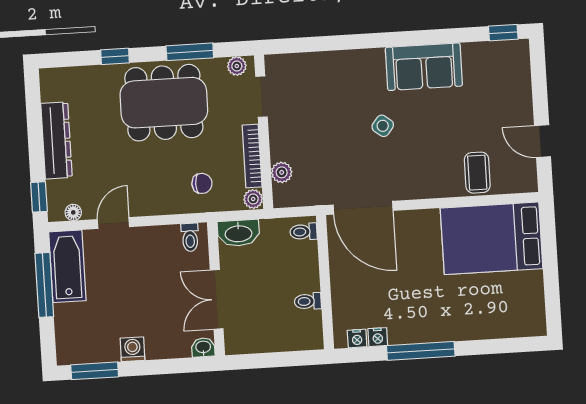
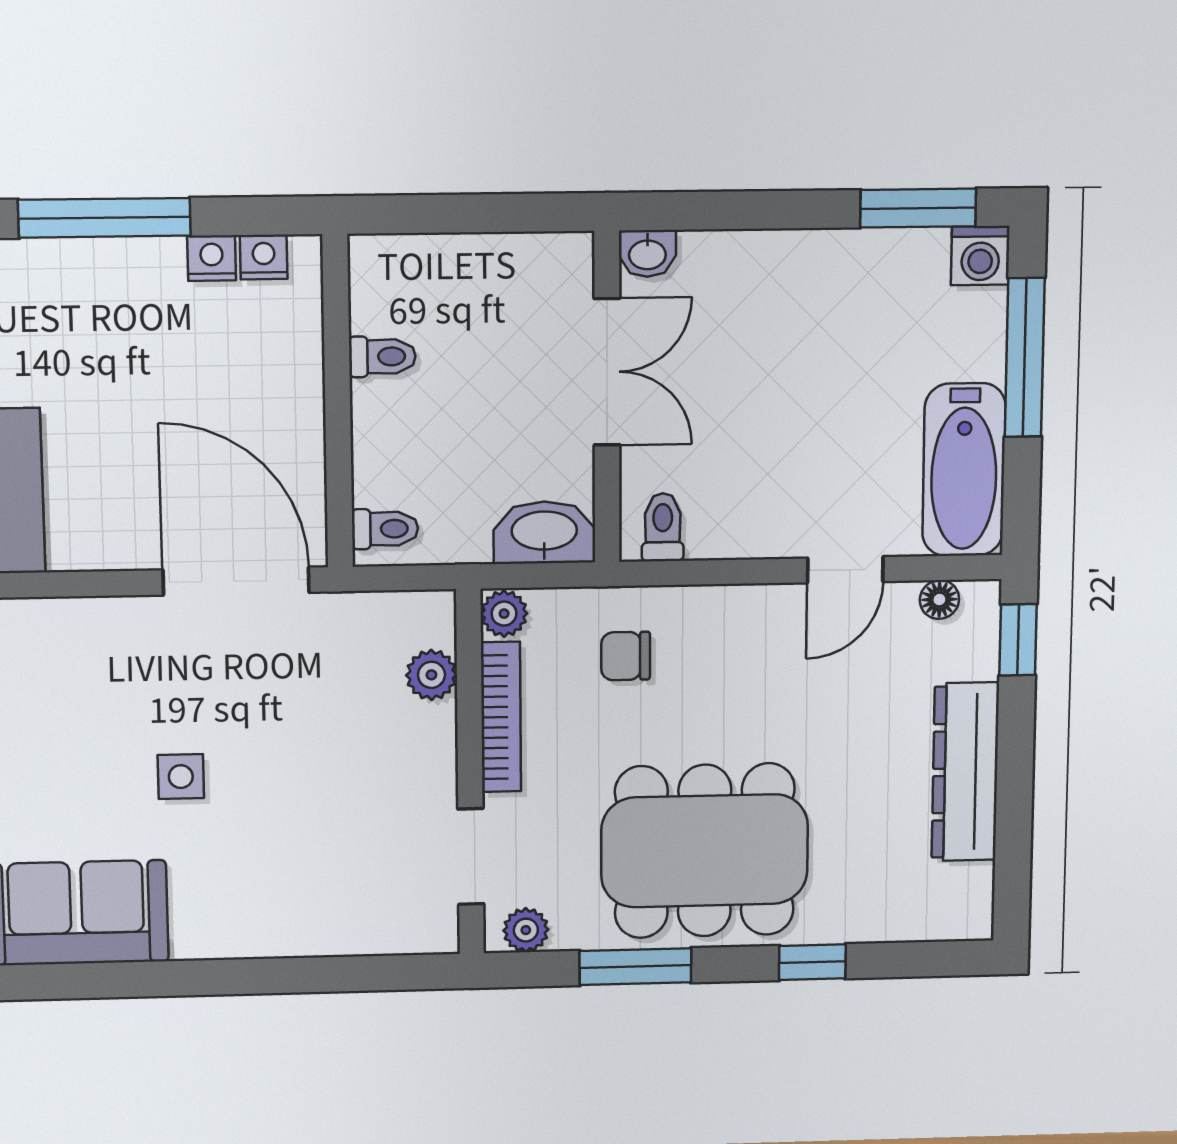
side table: (383, 126) -> (181, 777), turned -38
window: (44, 285) -> (1025, 358), moved
washing machine: (133, 349) -> (980, 256), moved

